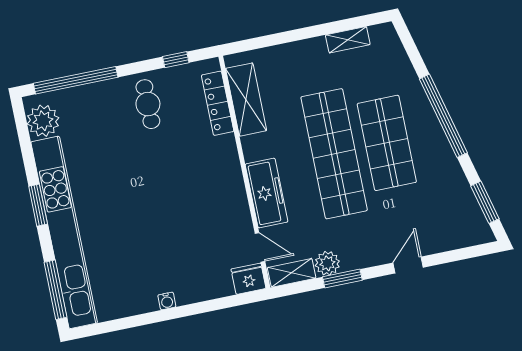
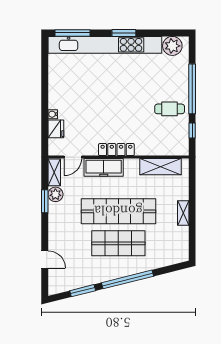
shelving: (348, 40) -> (183, 213), moved
window: (76, 80) -> (192, 89), moved
locker: (218, 103) -> (116, 150), moved
window: (485, 202) -> (83, 291), moved
door: (408, 265) -> (45, 260), moved
fridge: (249, 279) -> (56, 129), moved
water cooler: (167, 301) -> (53, 114), moved

